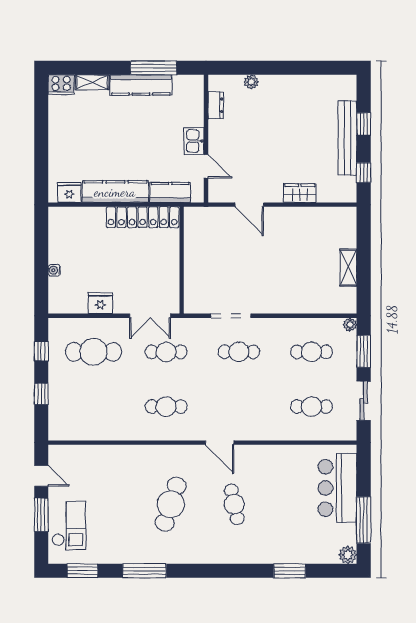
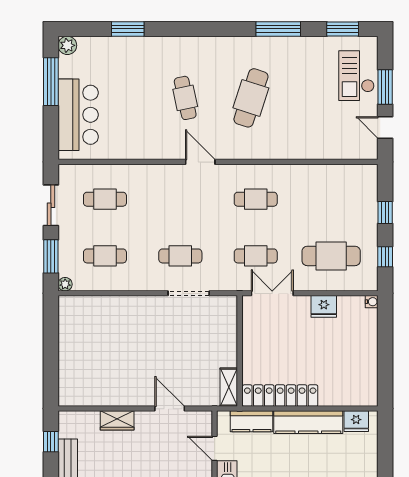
shelving: (348, 268) -> (229, 387), moved
water cooler: (54, 270) -> (372, 302), moved

